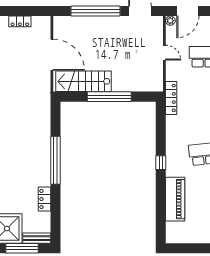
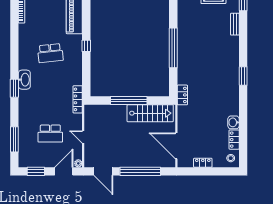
door: (52, 55) -> (176, 146), moved
locker: (44, 199) -> (182, 95), moved

